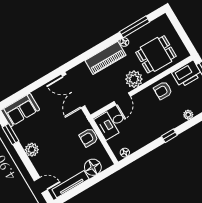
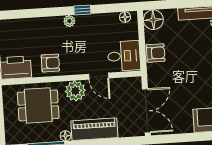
door: (122, 99) -> (99, 76), swing flipped
plant: (188, 115) -> (69, 21), moved
window: (169, 136) -> (82, 10), moved
floor lamp: (93, 167) -> (153, 20), moved

